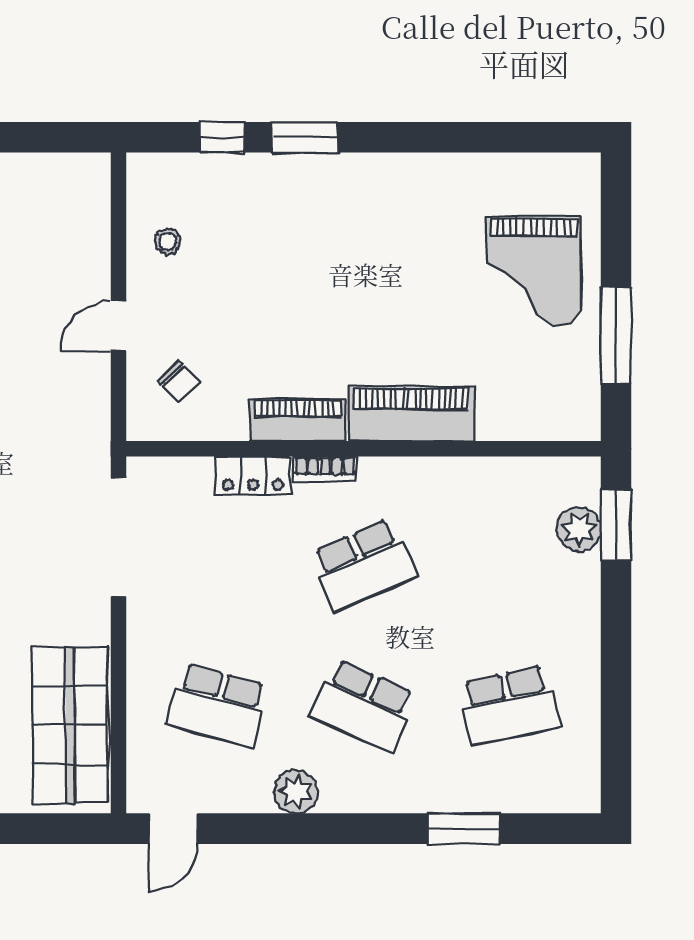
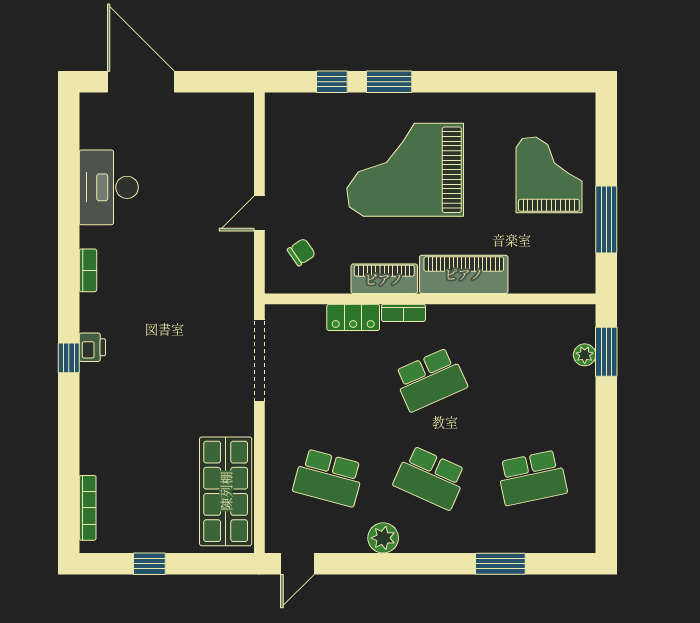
stool: (168, 241) -> (294, 154), removed
grand piano: (328, 264) -> (405, 170), added
grand piano: (534, 271) -> (549, 175), turned 180
chair: (179, 382) -> (301, 252), turned -80
plant: (579, 529) -> (585, 355), width x0.73, depth x0.73

